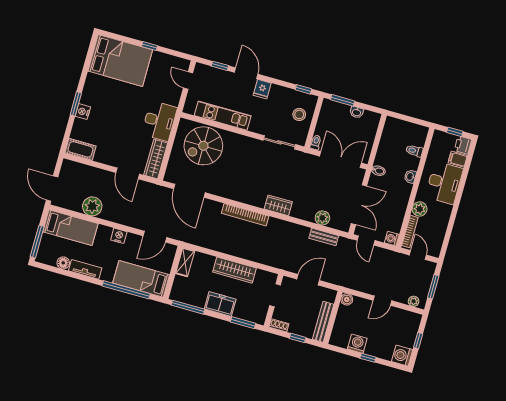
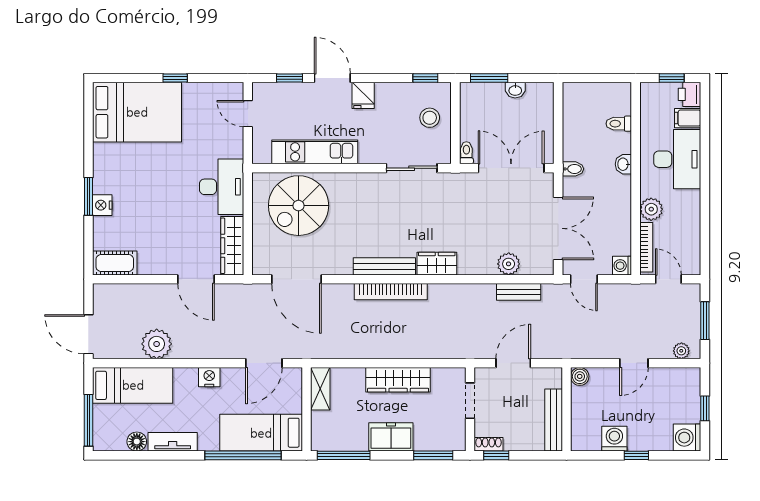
bench: (246, 198) -> (384, 266), added
window: (298, 338) -> (496, 455), moved

